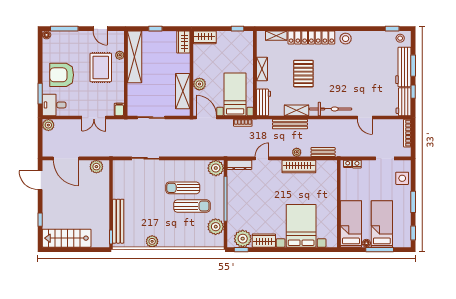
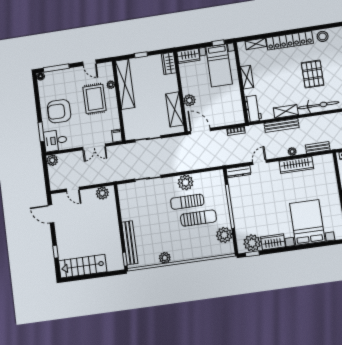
pallet: (303, 74) -> (313, 74), moved
bed with nightstands: (235, 94) -> (219, 65), moved, turned 180
door: (66, 158) -> (73, 189), width x0.53
plant: (216, 168) -> (186, 182), moved

